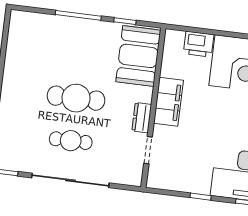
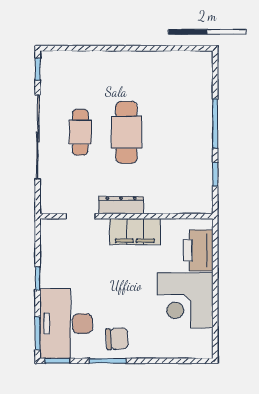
printer: (199, 44) -> (198, 250), width x1.37, depth x1.19
booth: (138, 56) -> (180, 193), removed
dresser: (142, 118) -> (121, 205), width x1.44

